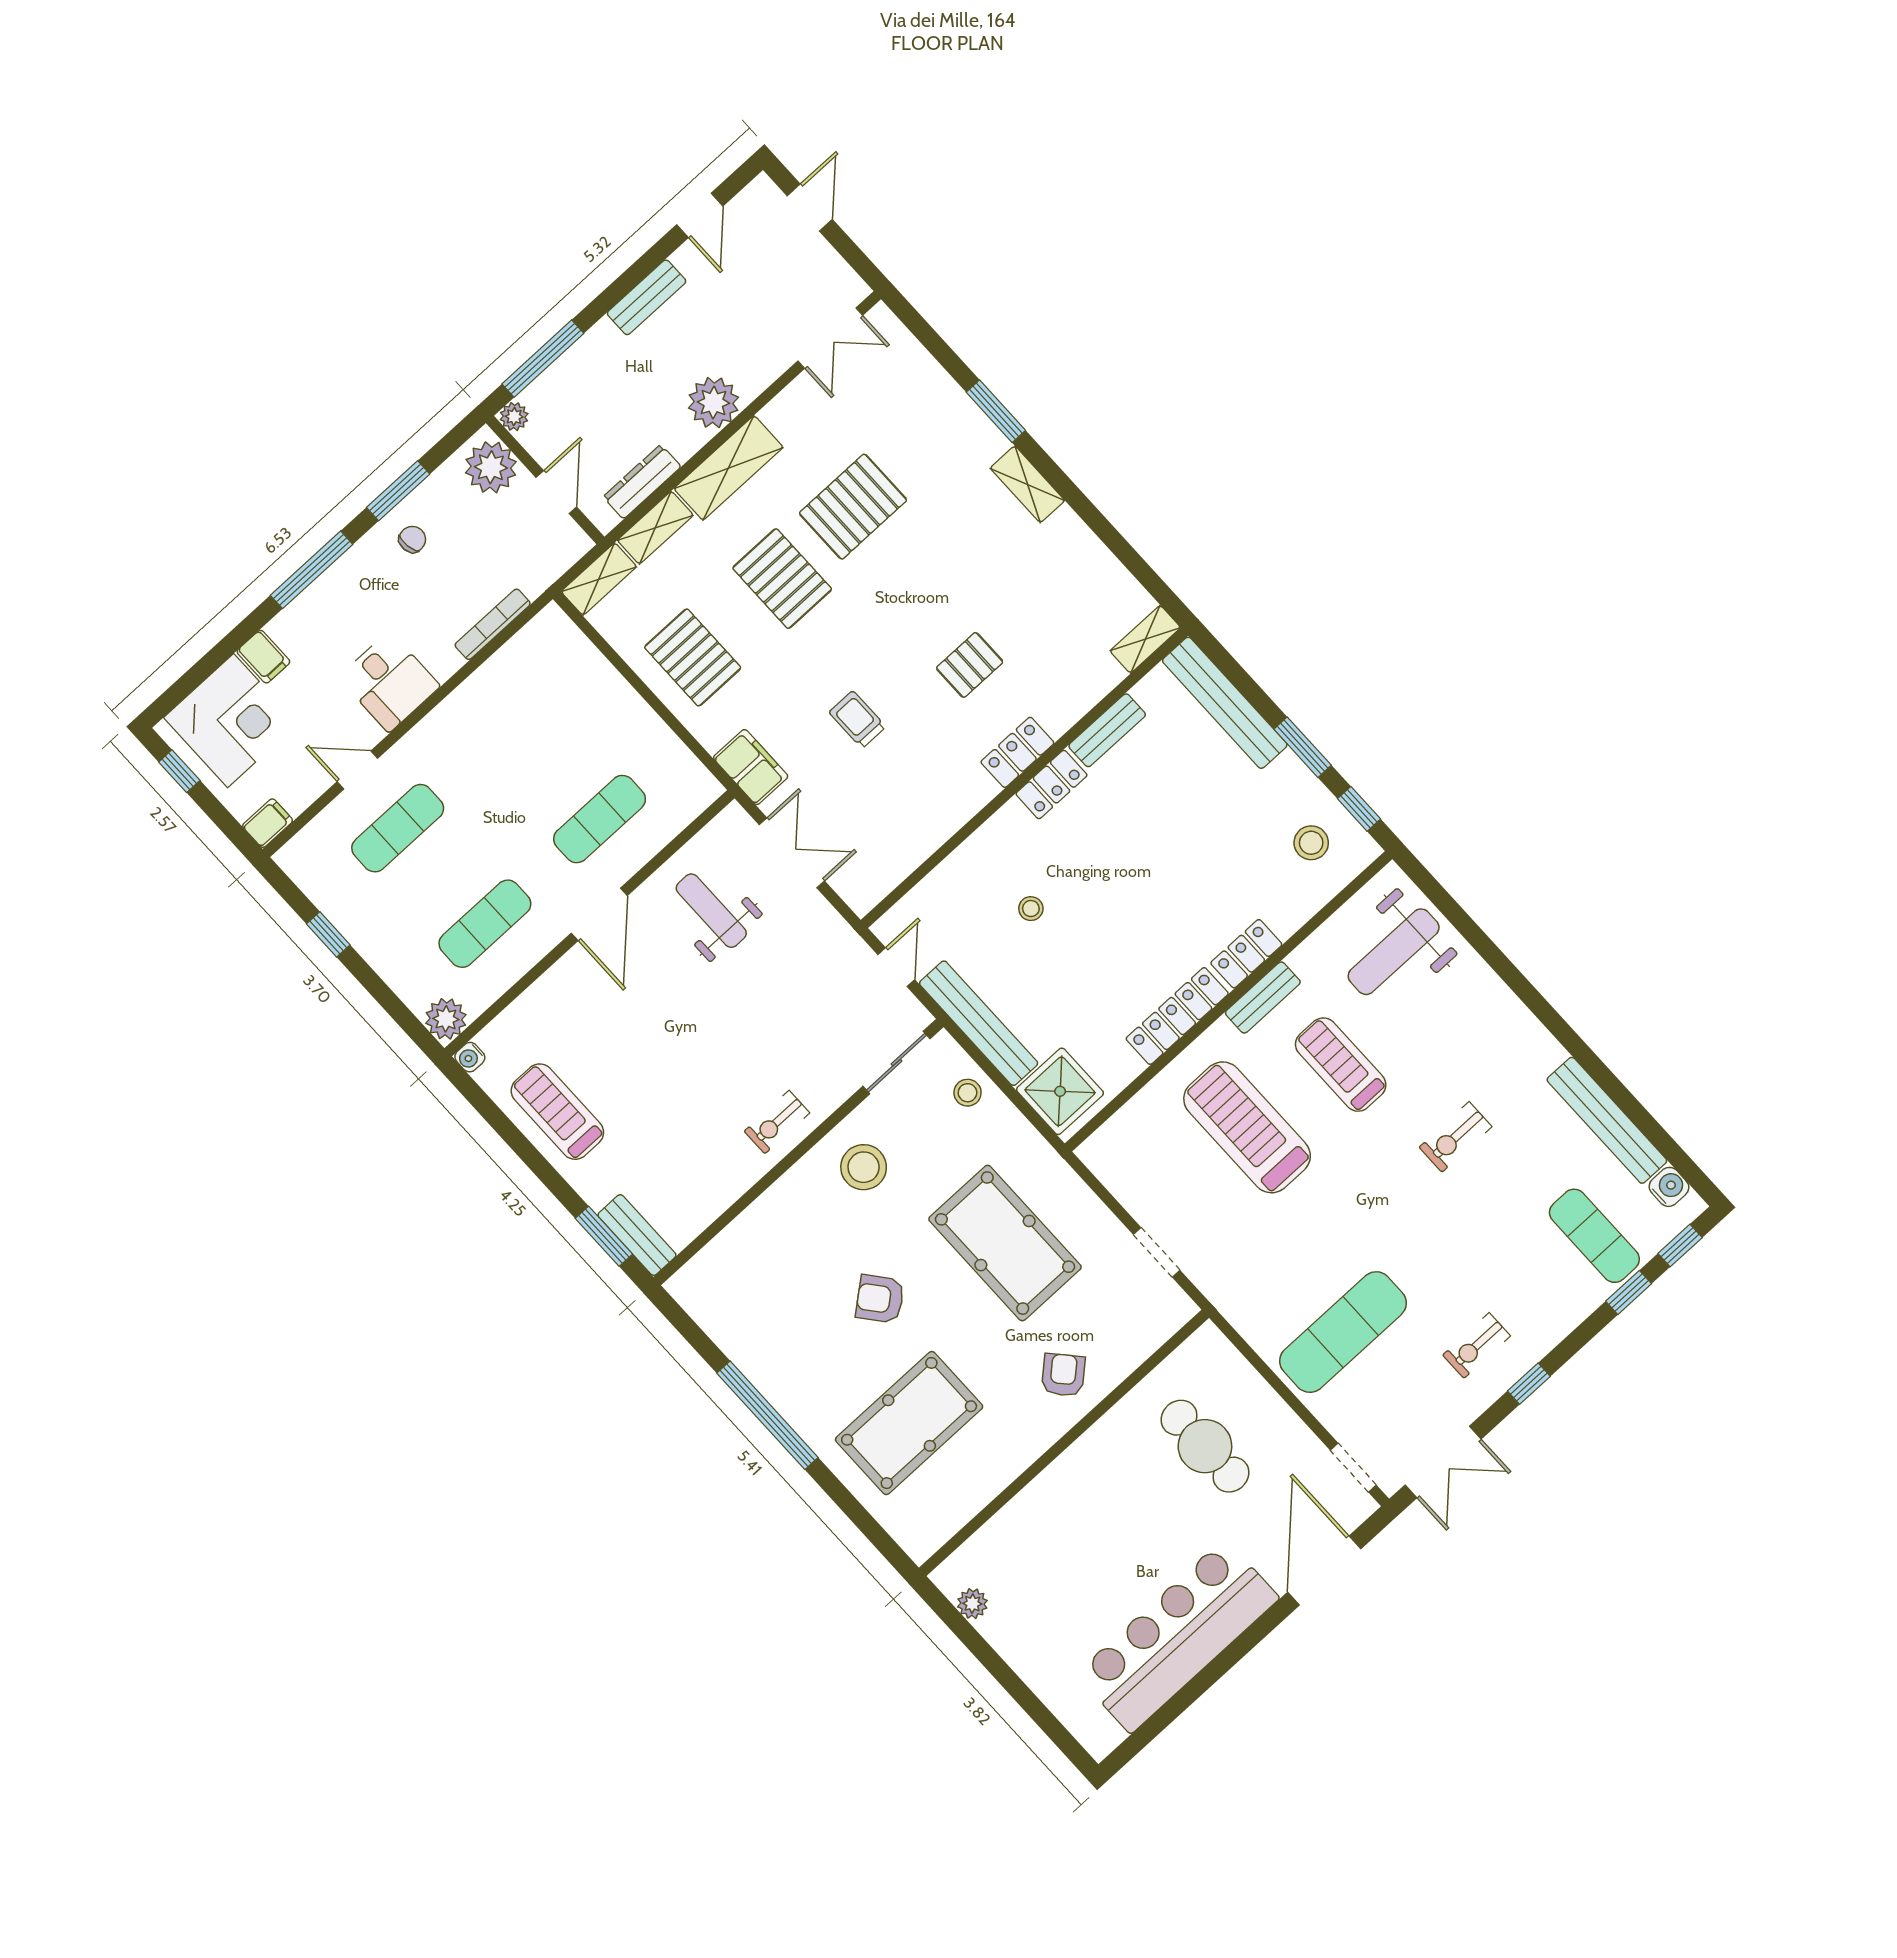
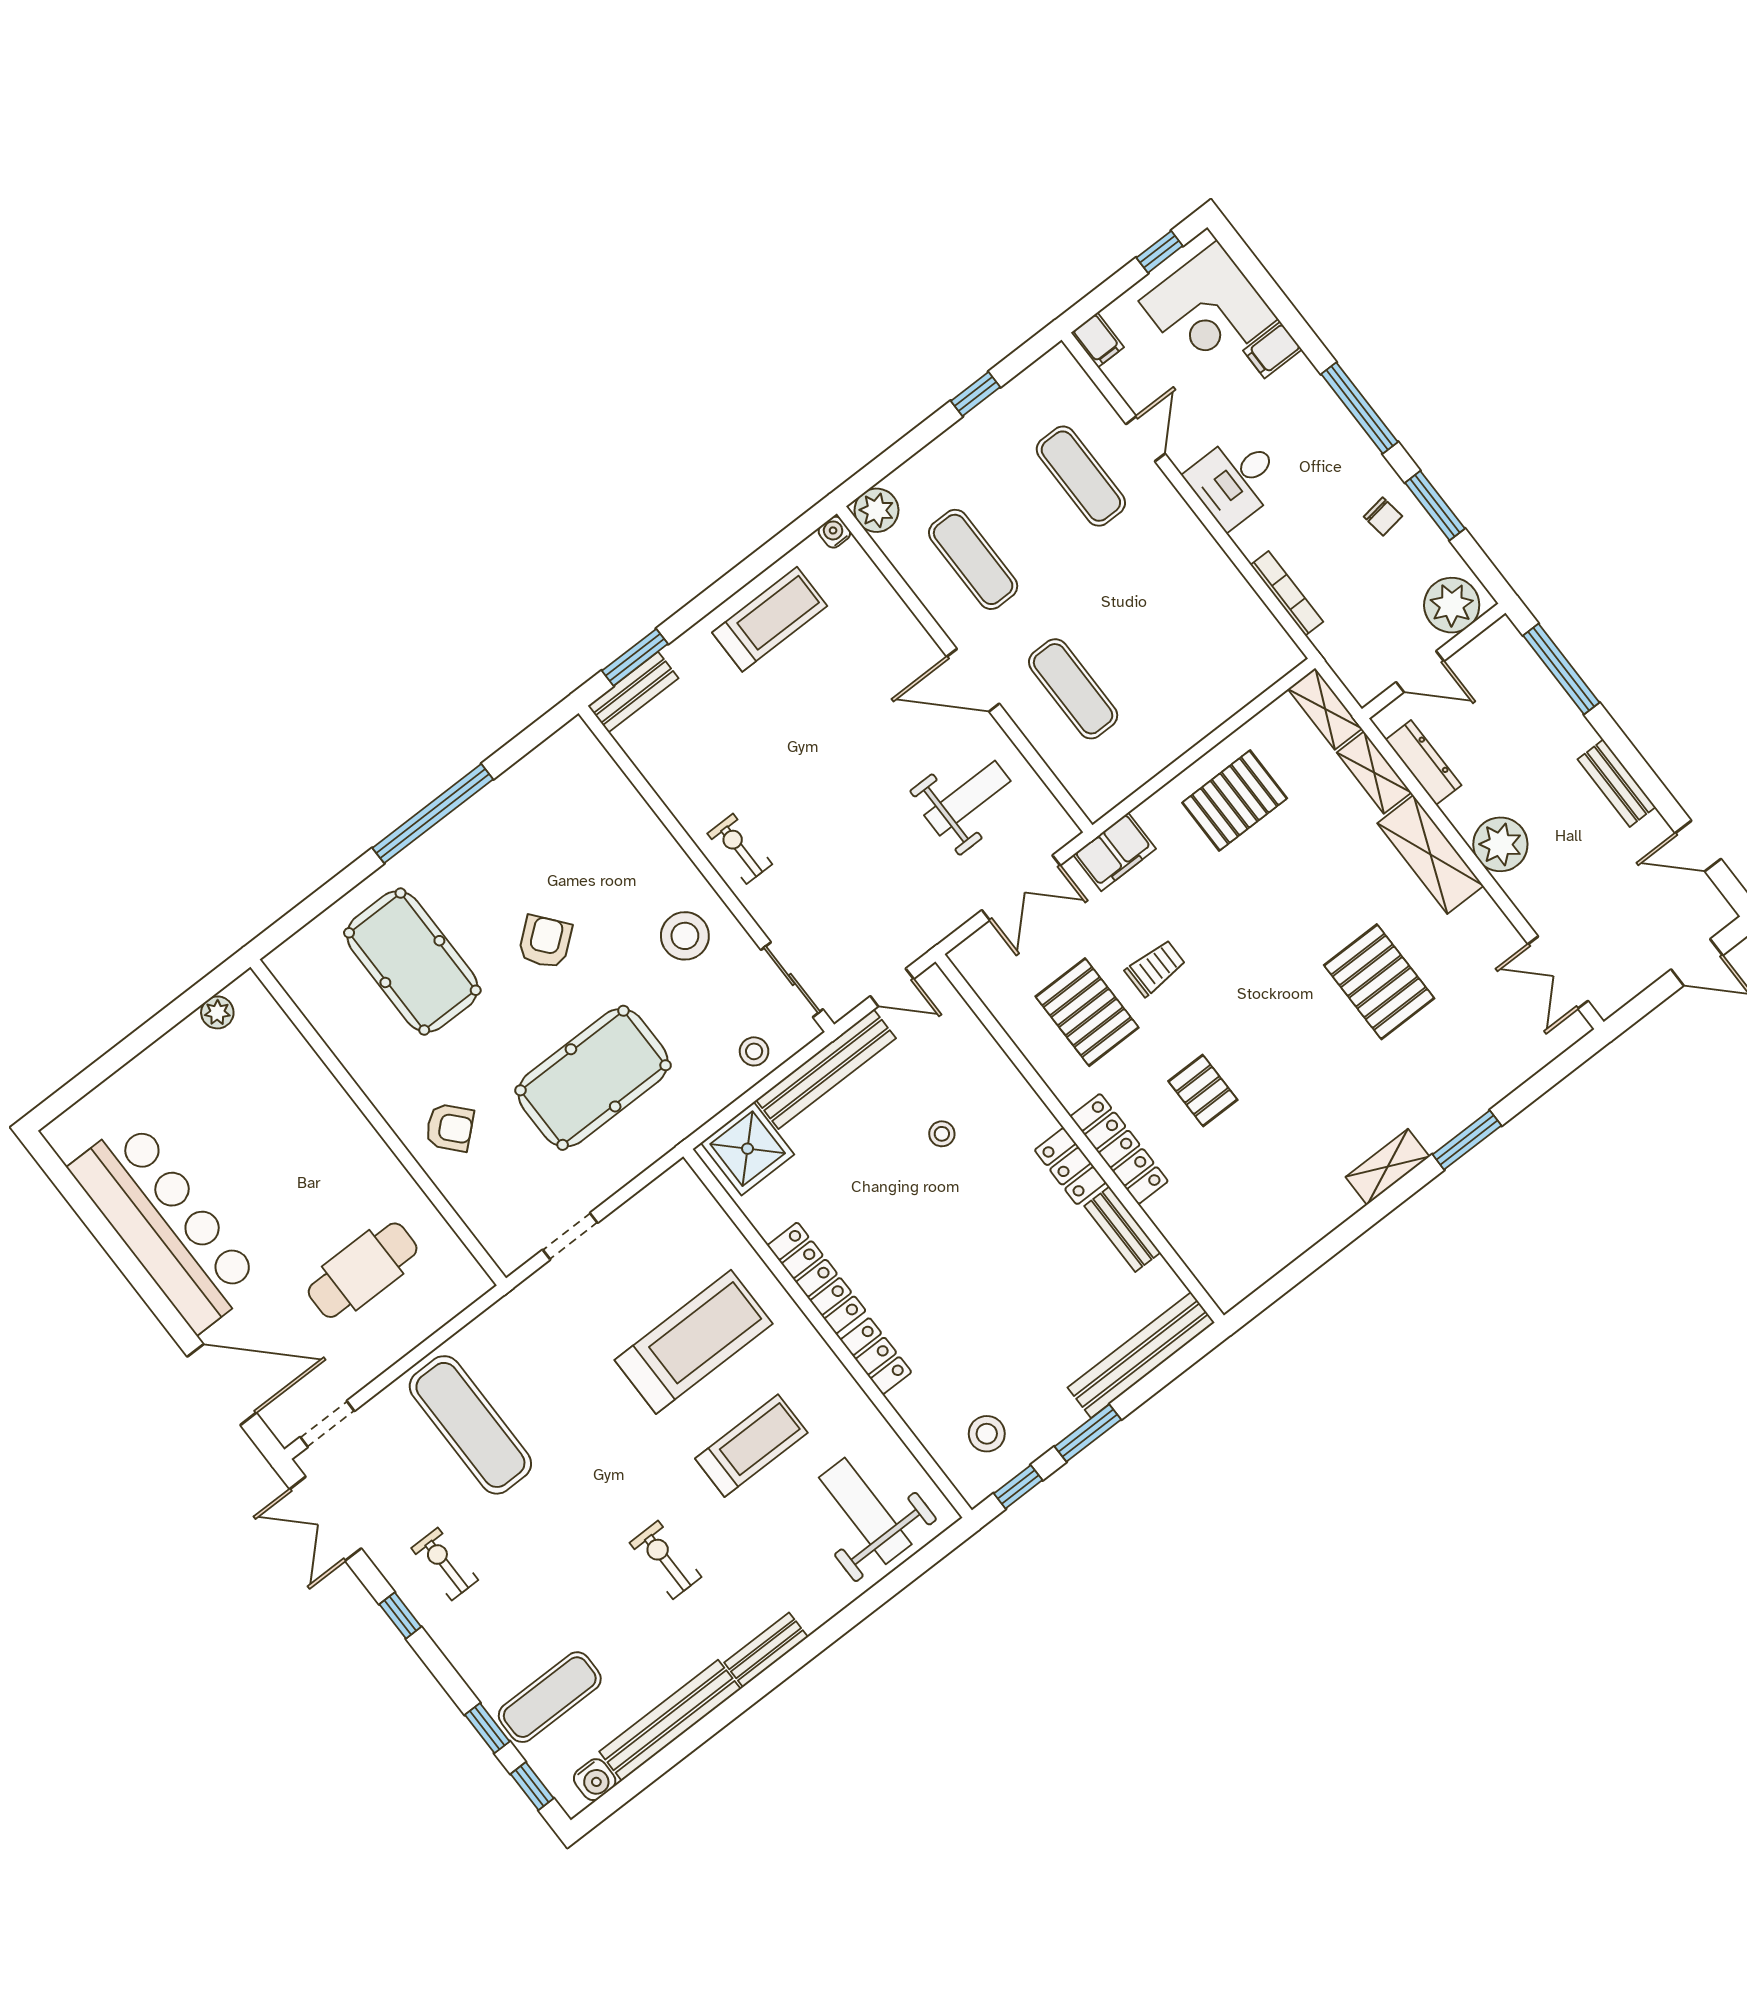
plant: (514, 417) -> (1503, 634), removed
pallet: (782, 579) -> (1087, 1012), moved, turned 90
shelving: (1145, 639) -> (1215, 1277), removed
locker: (1017, 752) -> (1119, 1149), width x1.53
bench: (1263, 997) -> (766, 1650), moved, turned 90

